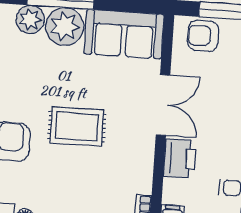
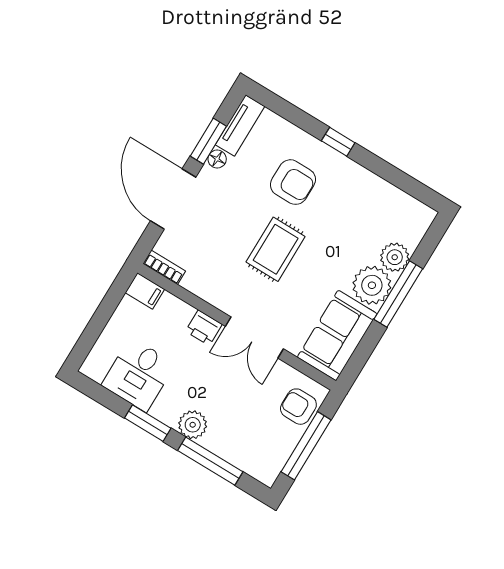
armchair: (203, 36) -> (298, 407), turned -90
printer: (180, 158) -> (204, 328), width x0.73, depth x0.81

